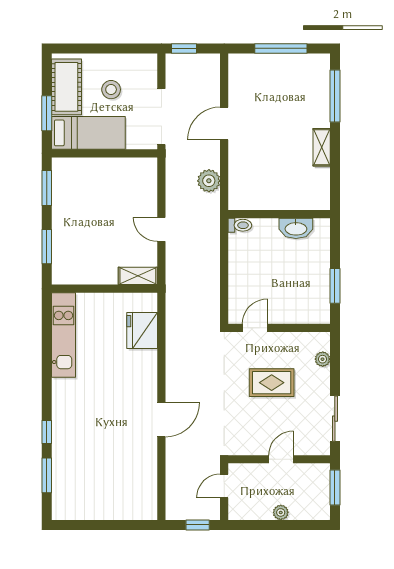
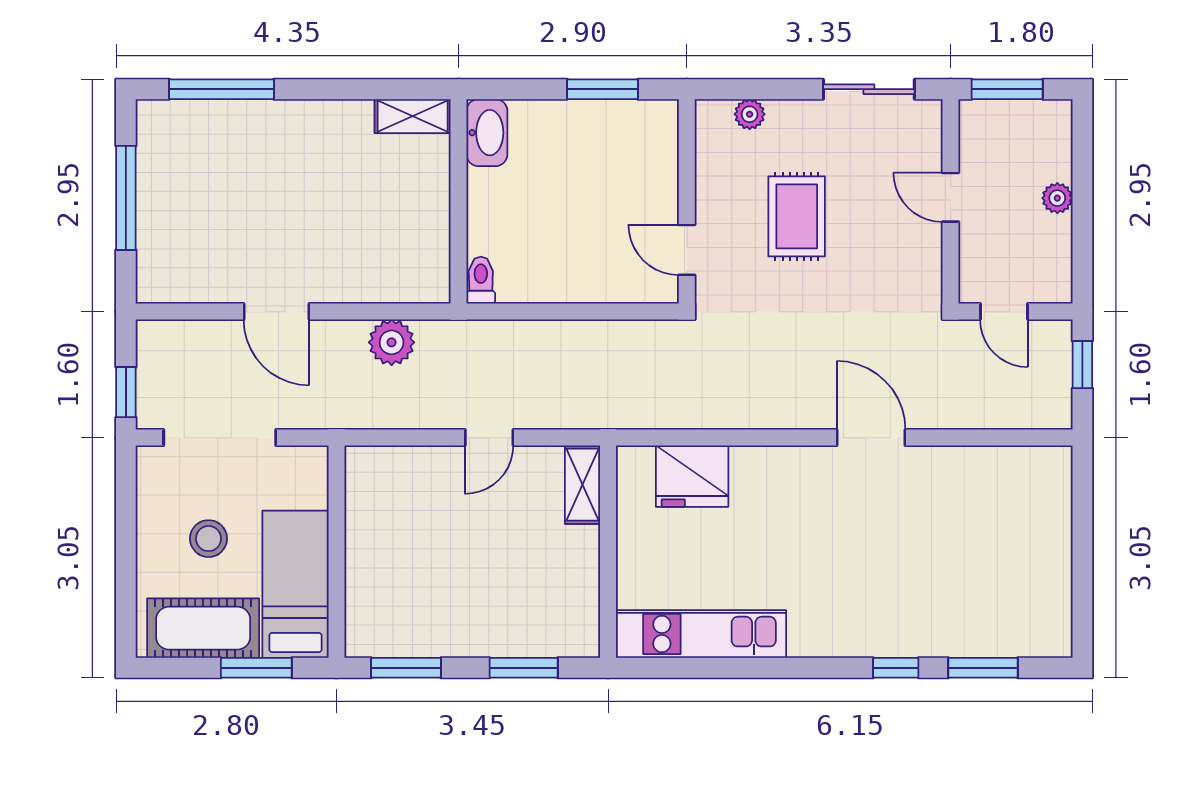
doorway: (161, 117) -> (220, 438), moved
shelving: (322, 147) -> (413, 116), moved
washbasin: (296, 228) -> (487, 133), moved

